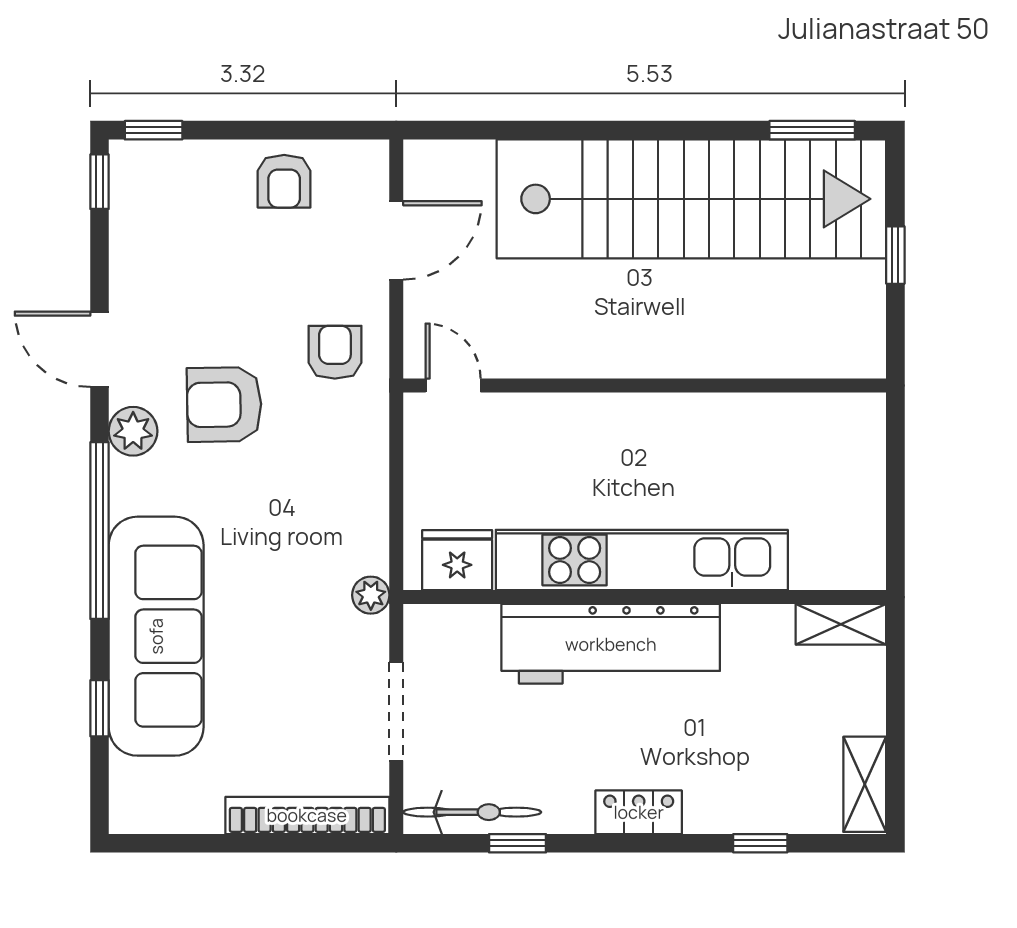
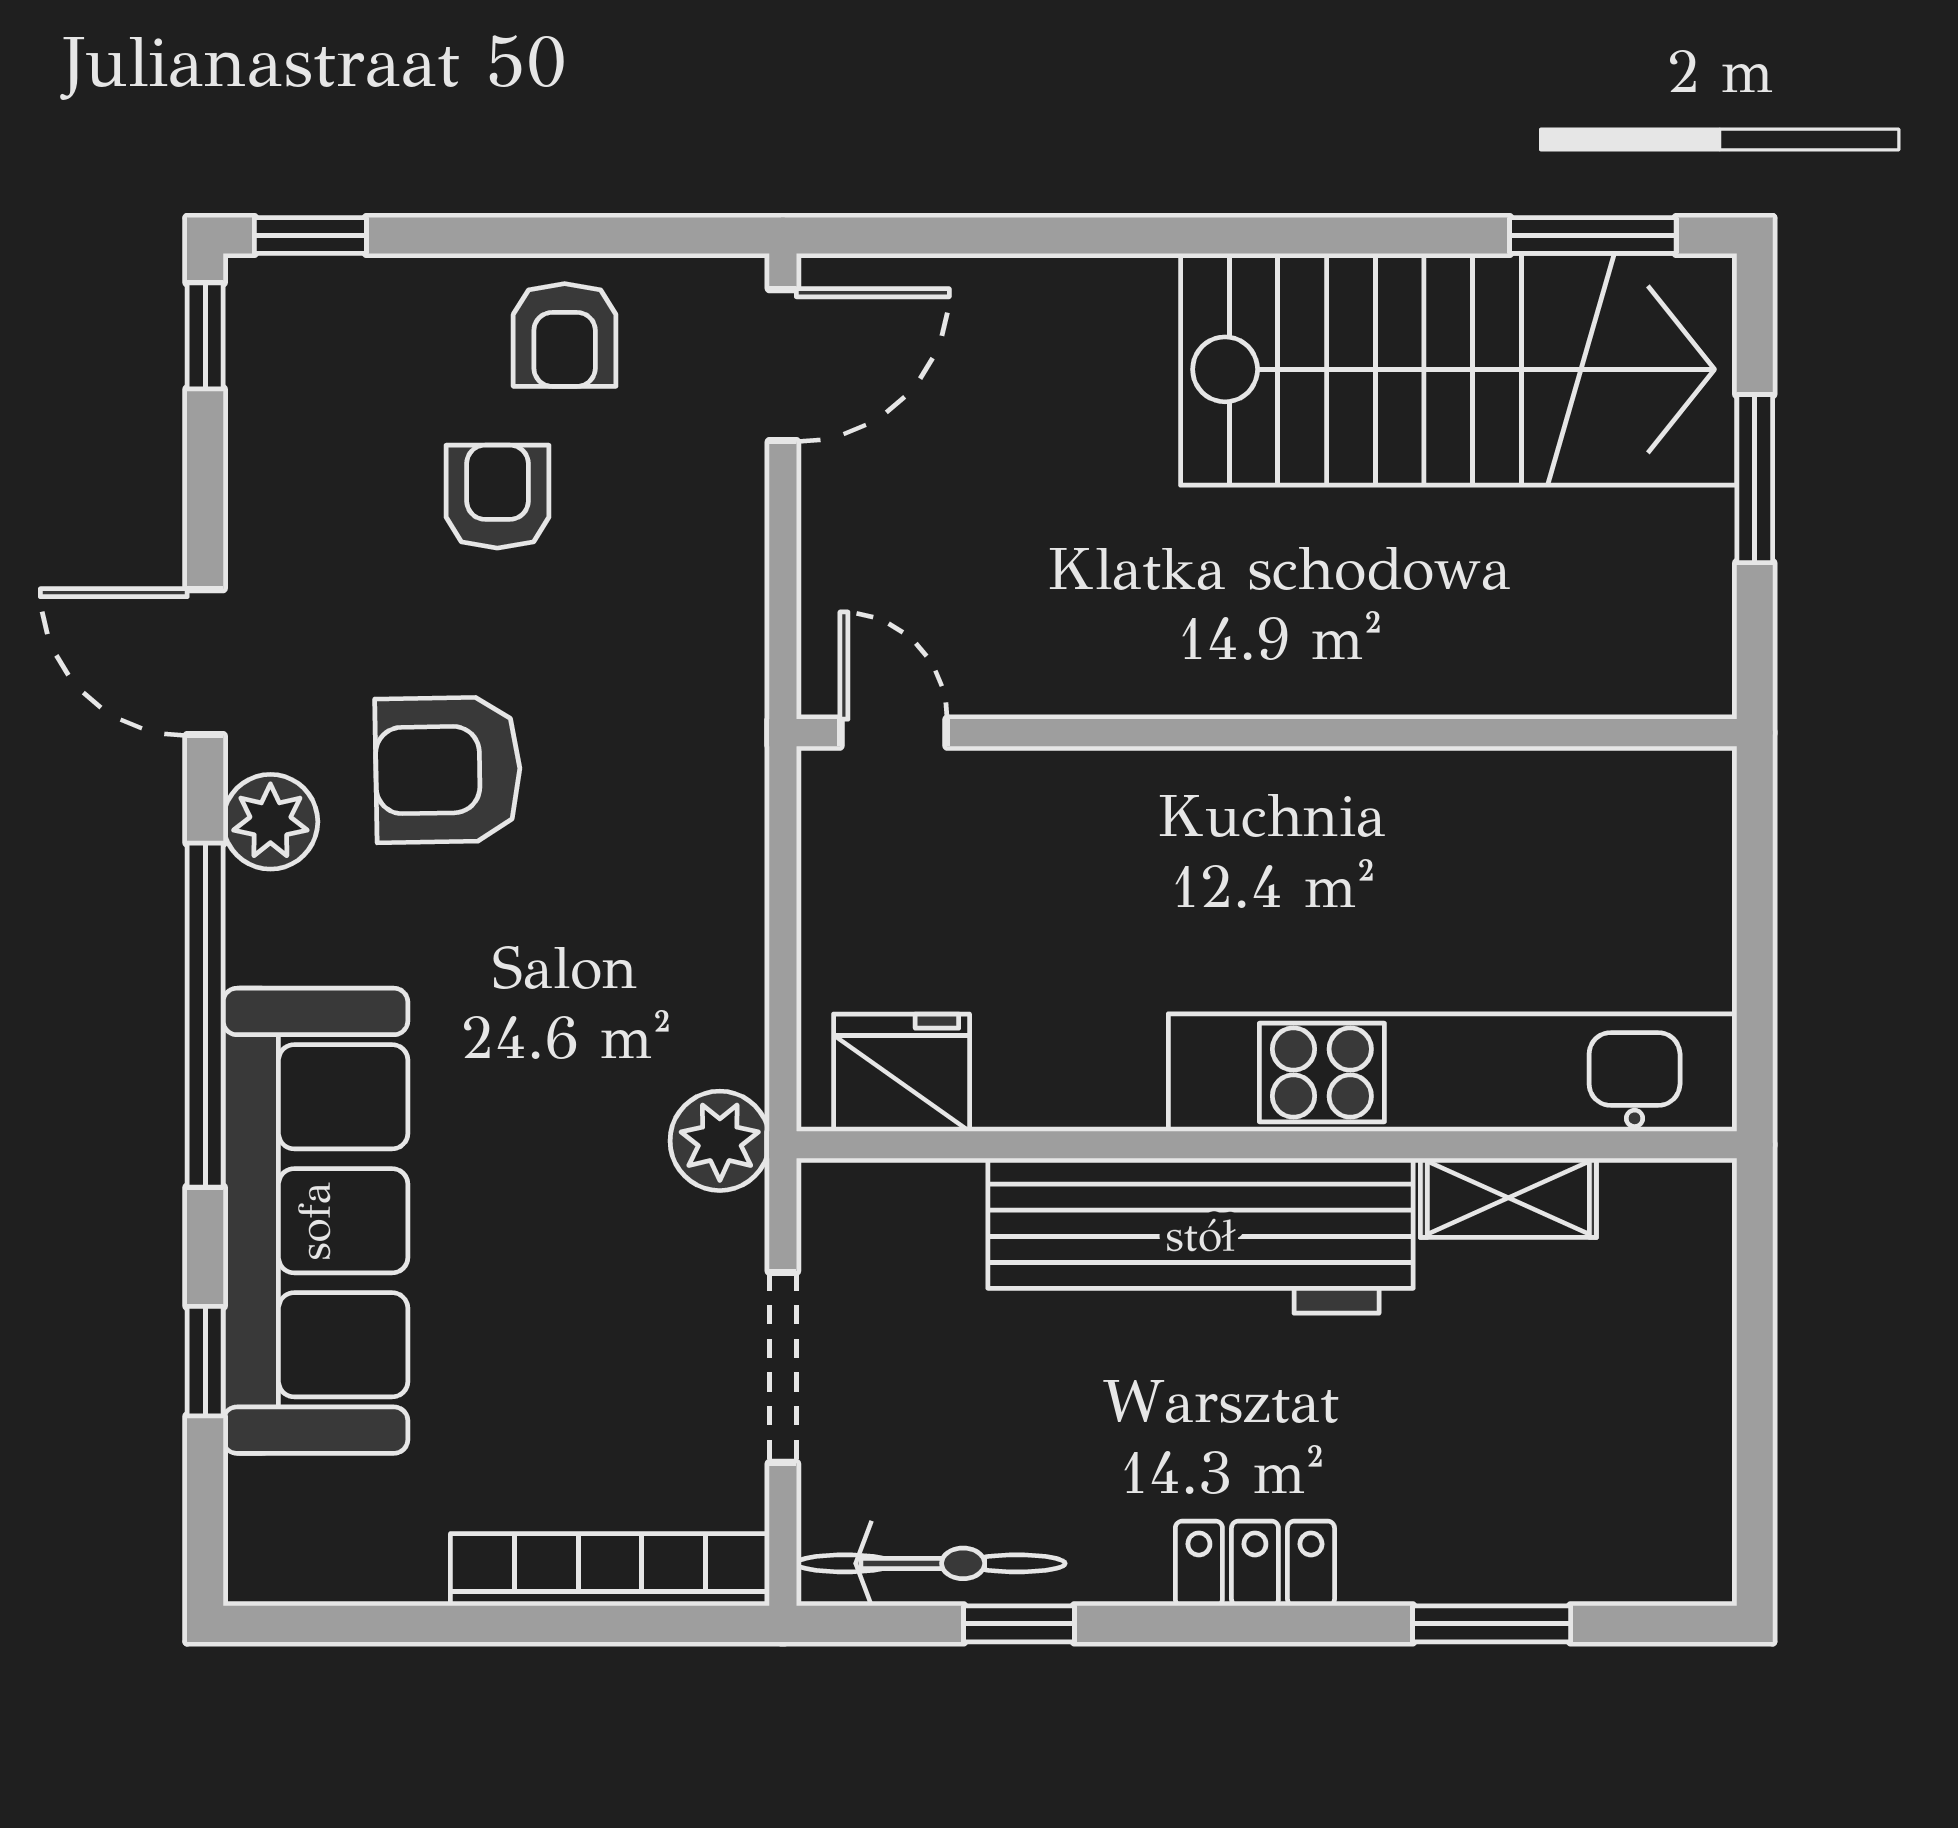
stairs: (691, 199) -> (1459, 369), width x0.73
door: (396, 240) -> (783, 365), moved
window: (895, 255) -> (1755, 479), width x1.50
armchair: (335, 352) -> (497, 497), moved
kitchen unit: (642, 560) -> (1453, 1073), moved
plant: (371, 595) -> (720, 1141), width x1.38, depth x1.38
shelving: (841, 624) -> (1508, 1198), moved
shelving: (865, 784) -> (1695, 1509), removed
window: (760, 843) -> (1492, 1624), width x1.50

